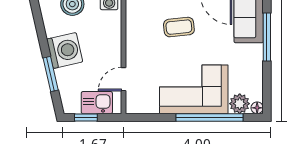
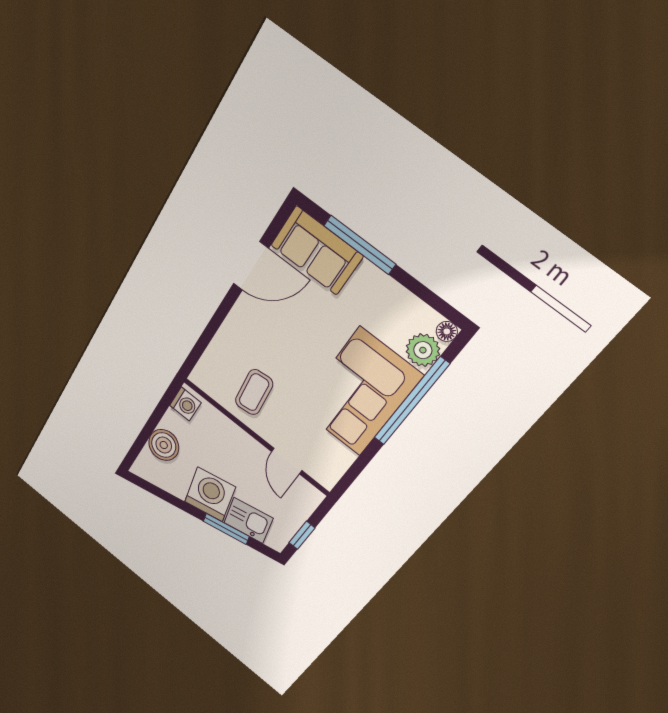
coffee table: (179, 27) -> (254, 392), moved
kitchen sink: (97, 103) -> (248, 520), moved, turned 77

